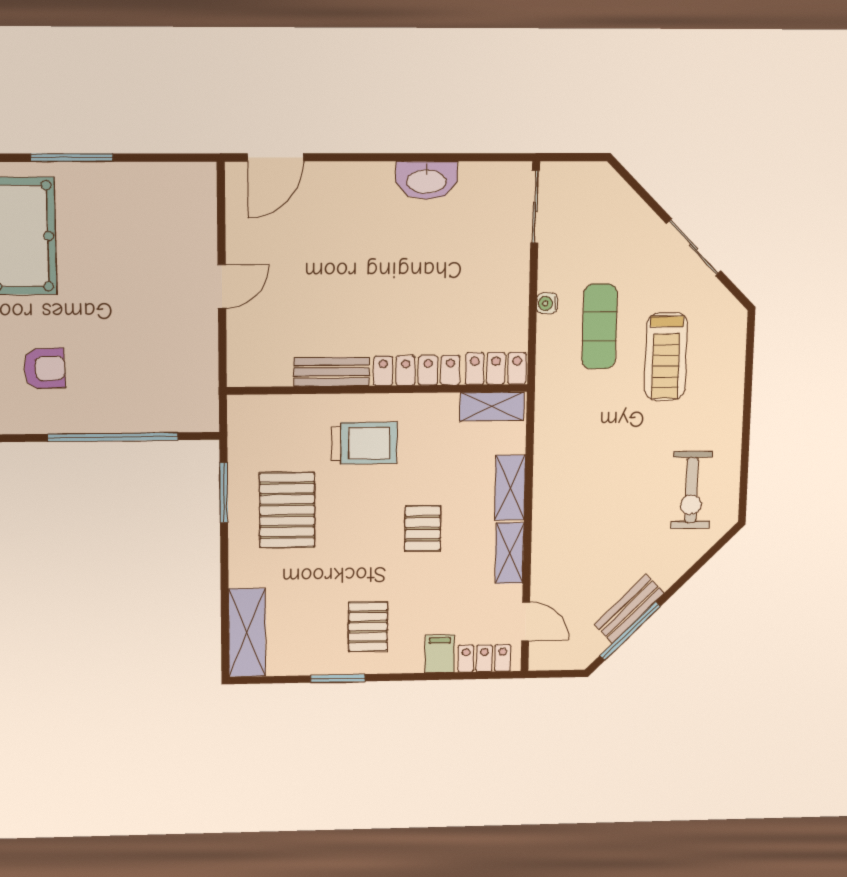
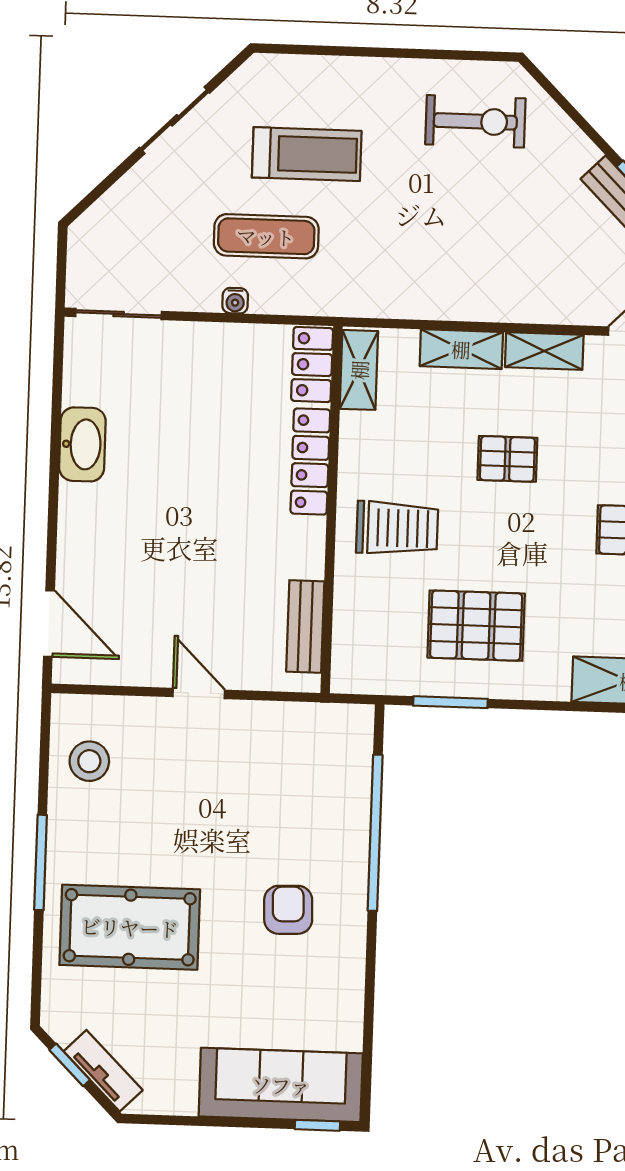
stool: (161, 196) -> (89, 761), added
bench: (332, 372) -> (305, 626), moved
trolley: (364, 443) -> (397, 528), turned 90

